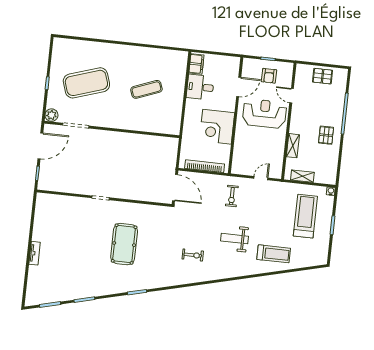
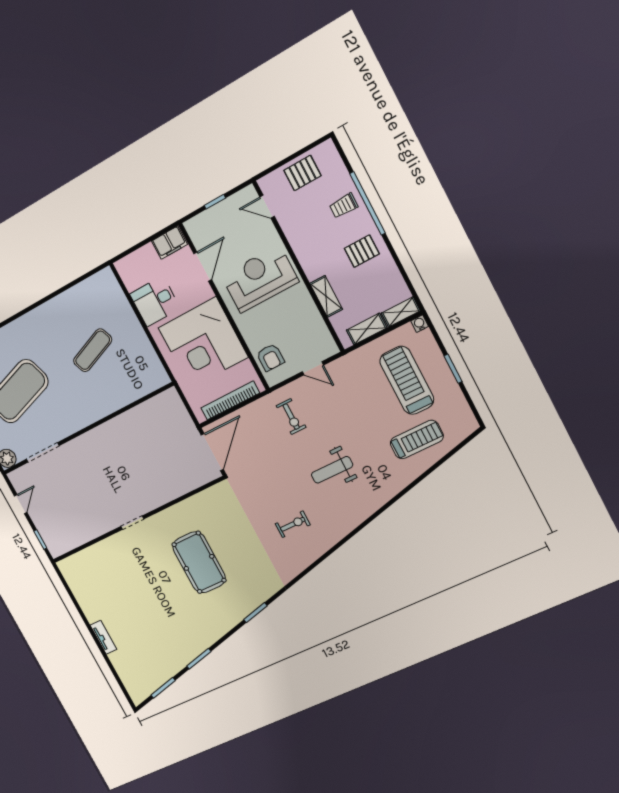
filing cabinet: (196, 64) -> (169, 243), moved, turned 90
armchair: (269, 76) -> (270, 357), moved
door: (292, 96) -> (267, 207), moved
trolley: (332, 106) -> (344, 206), added
corner desk: (217, 127) -> (203, 342), width x1.36, depth x1.36
pallet: (326, 135) -> (362, 251), turned 90
door: (40, 146) -> (21, 504), width x0.53
door: (261, 178) -> (313, 368), swing flipped
shelving: (325, 179) -> (401, 312), added
door: (175, 188) -> (212, 452), hinge flipped
treadmill: (274, 254) -> (417, 440), moved

